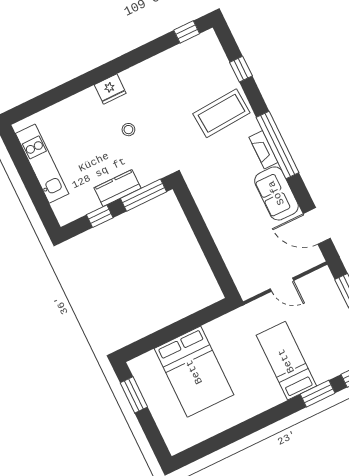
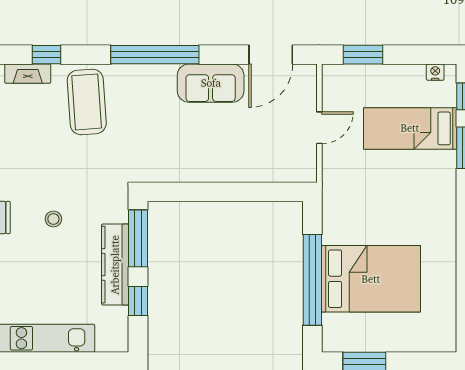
fireplace: (263, 150) -> (28, 74), moved
kitchen counter: (117, 188) -> (115, 265), width x1.50
window: (173, 331) -> (312, 280), added
bed: (286, 361) -> (410, 128), moved

